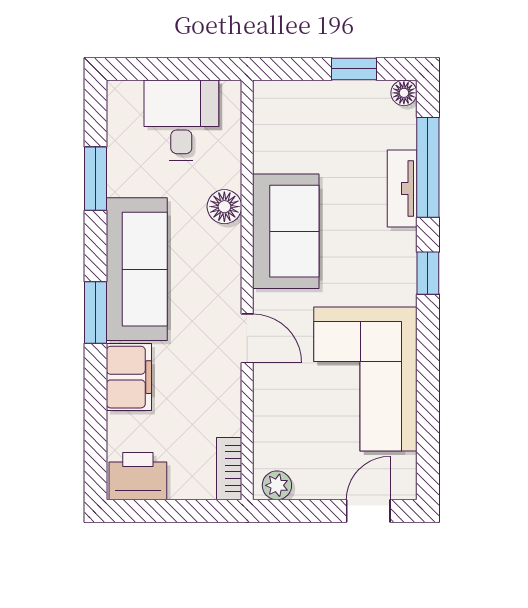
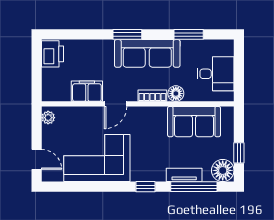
floor lamp: (404, 93) -> (223, 170), width x1.89, depth x1.89
sofa: (286, 231) -> (194, 122), moved
filing cabinet: (129, 377) -> (87, 91), moved, turned 180
bookcase: (229, 469) -> (152, 96), moved

